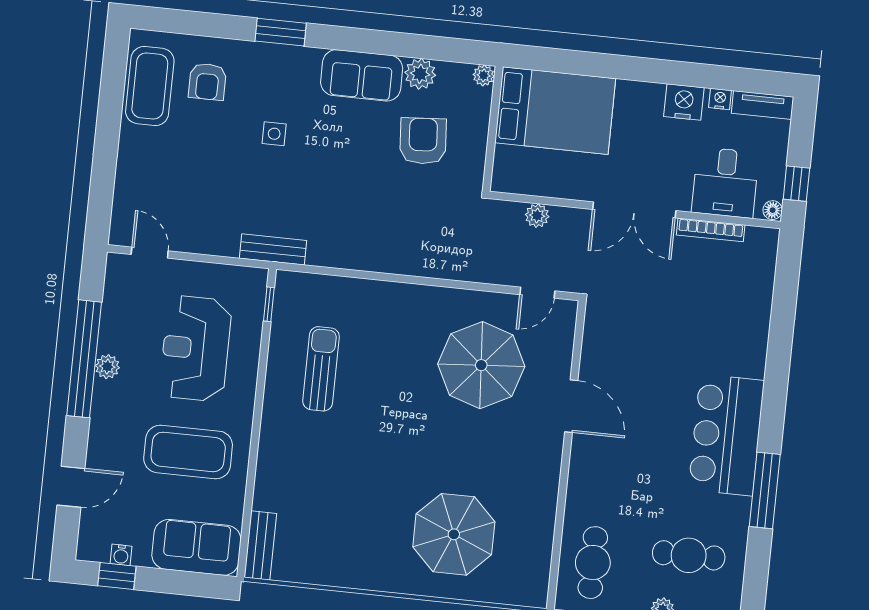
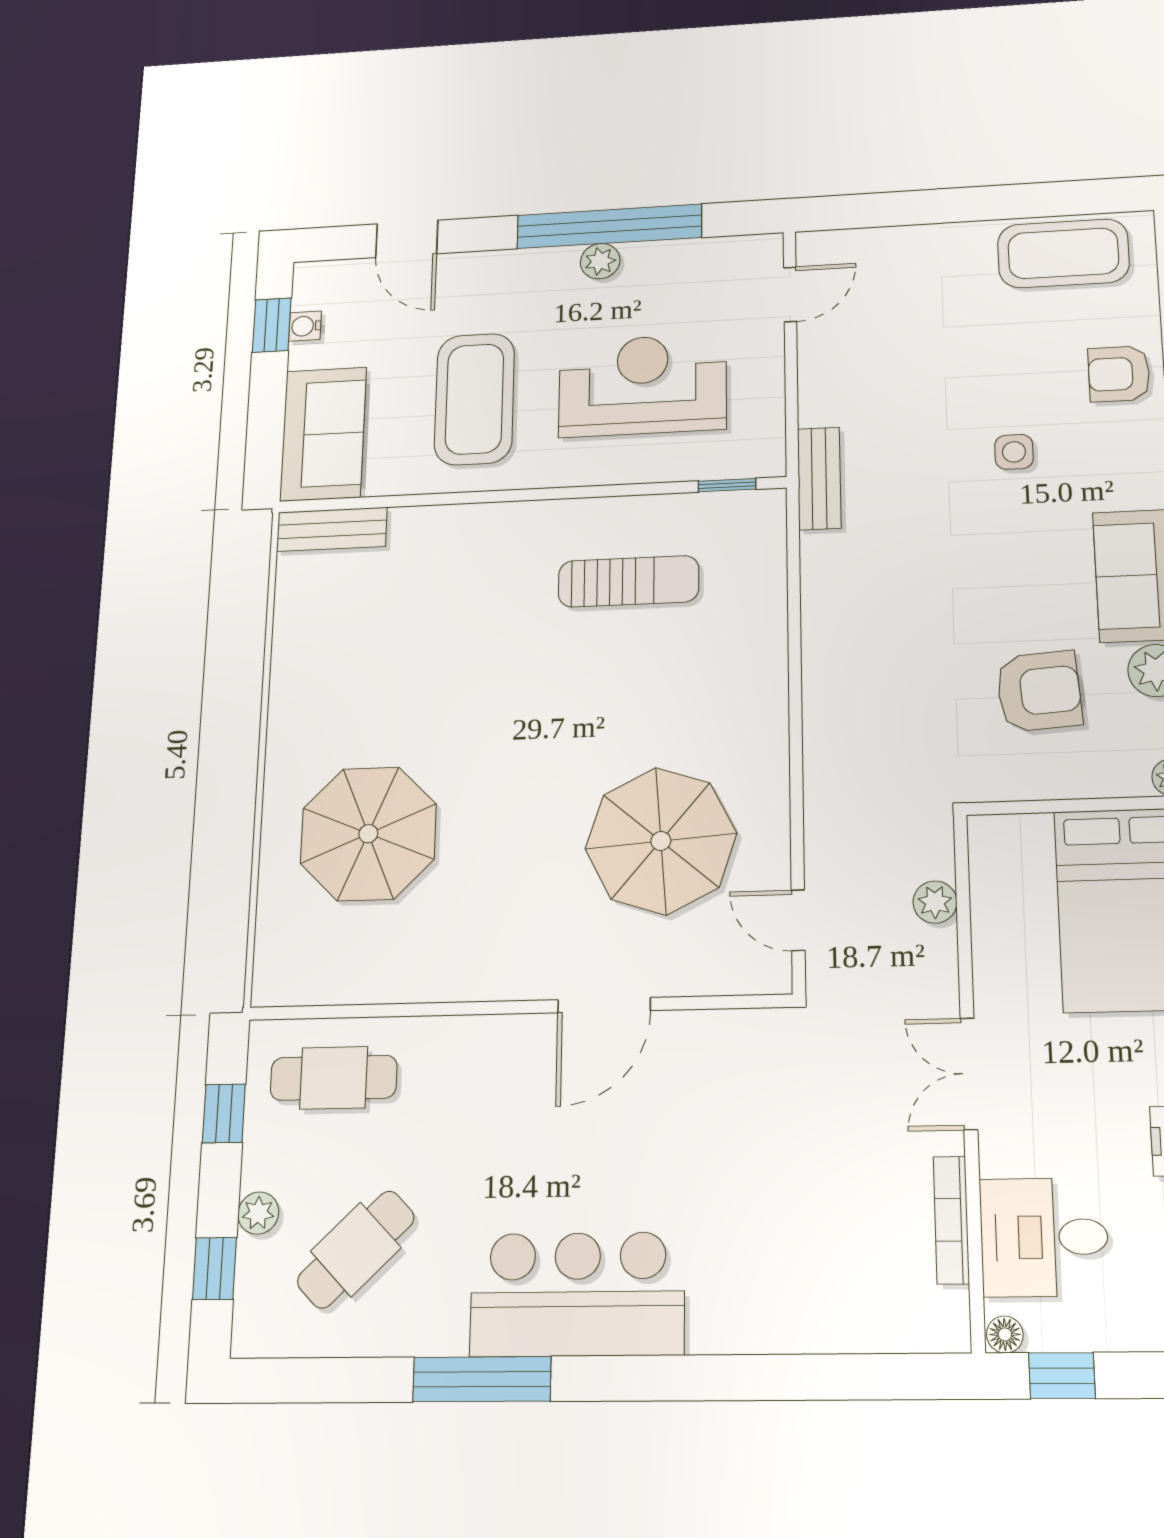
armchair: (207, 82) -> (1119, 374), moved
double door: (634, 210) -> (969, 1074), width x0.73
cafe table: (689, 555) -> (356, 1249), turned 46

